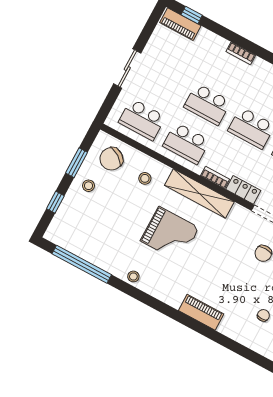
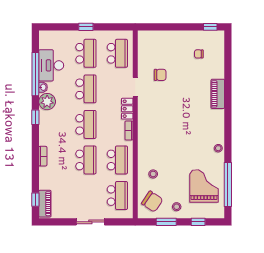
shelving: (199, 194) -> (144, 135), removed
grand piano: (170, 234) -> (204, 186), moved

